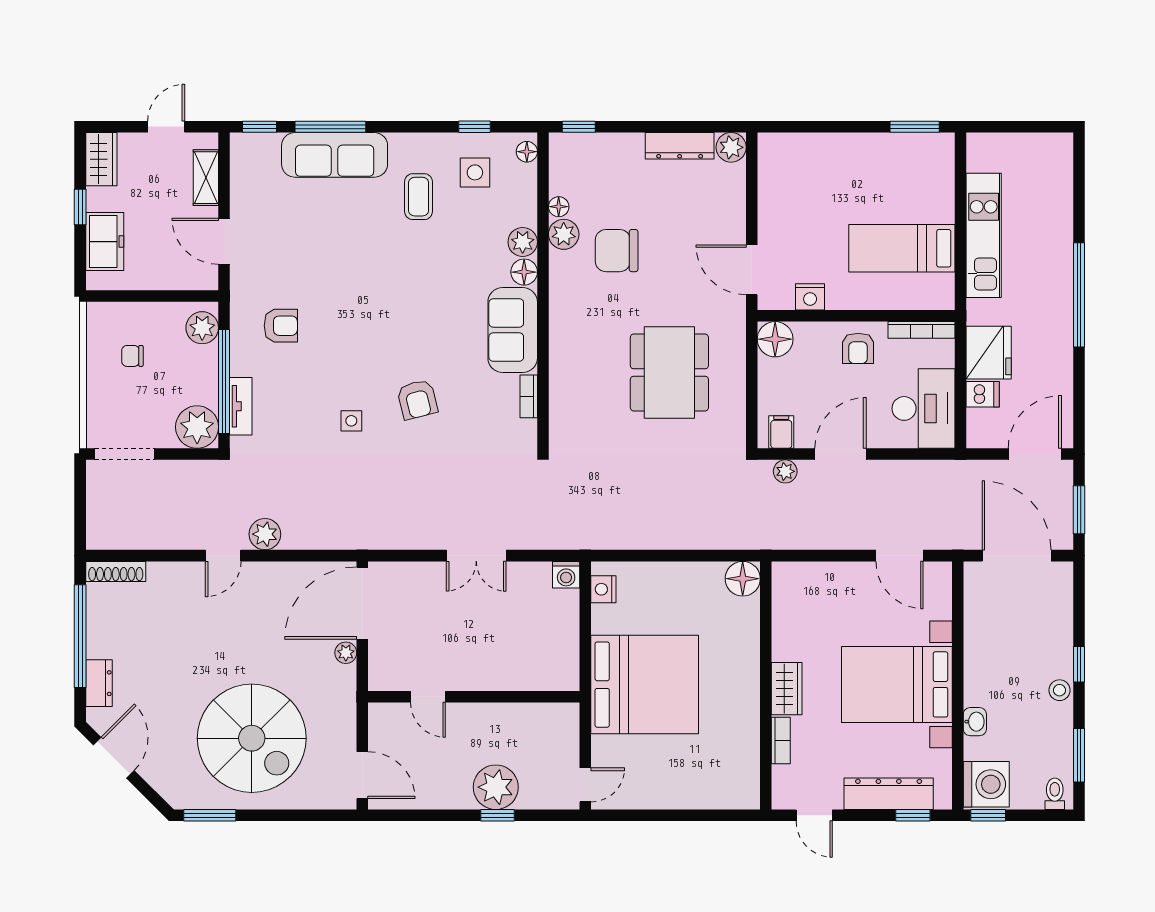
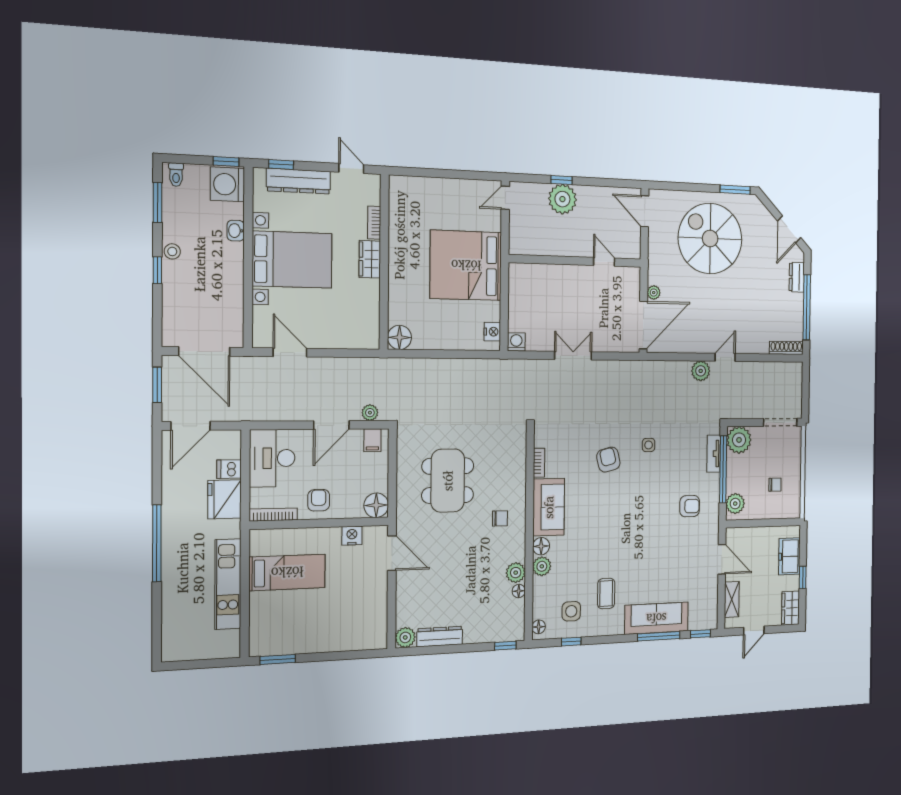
chair: (617, 251) -> (500, 518), moved, width x0.54, depth x0.54
armchair: (281, 326) -> (690, 506), turned 180

